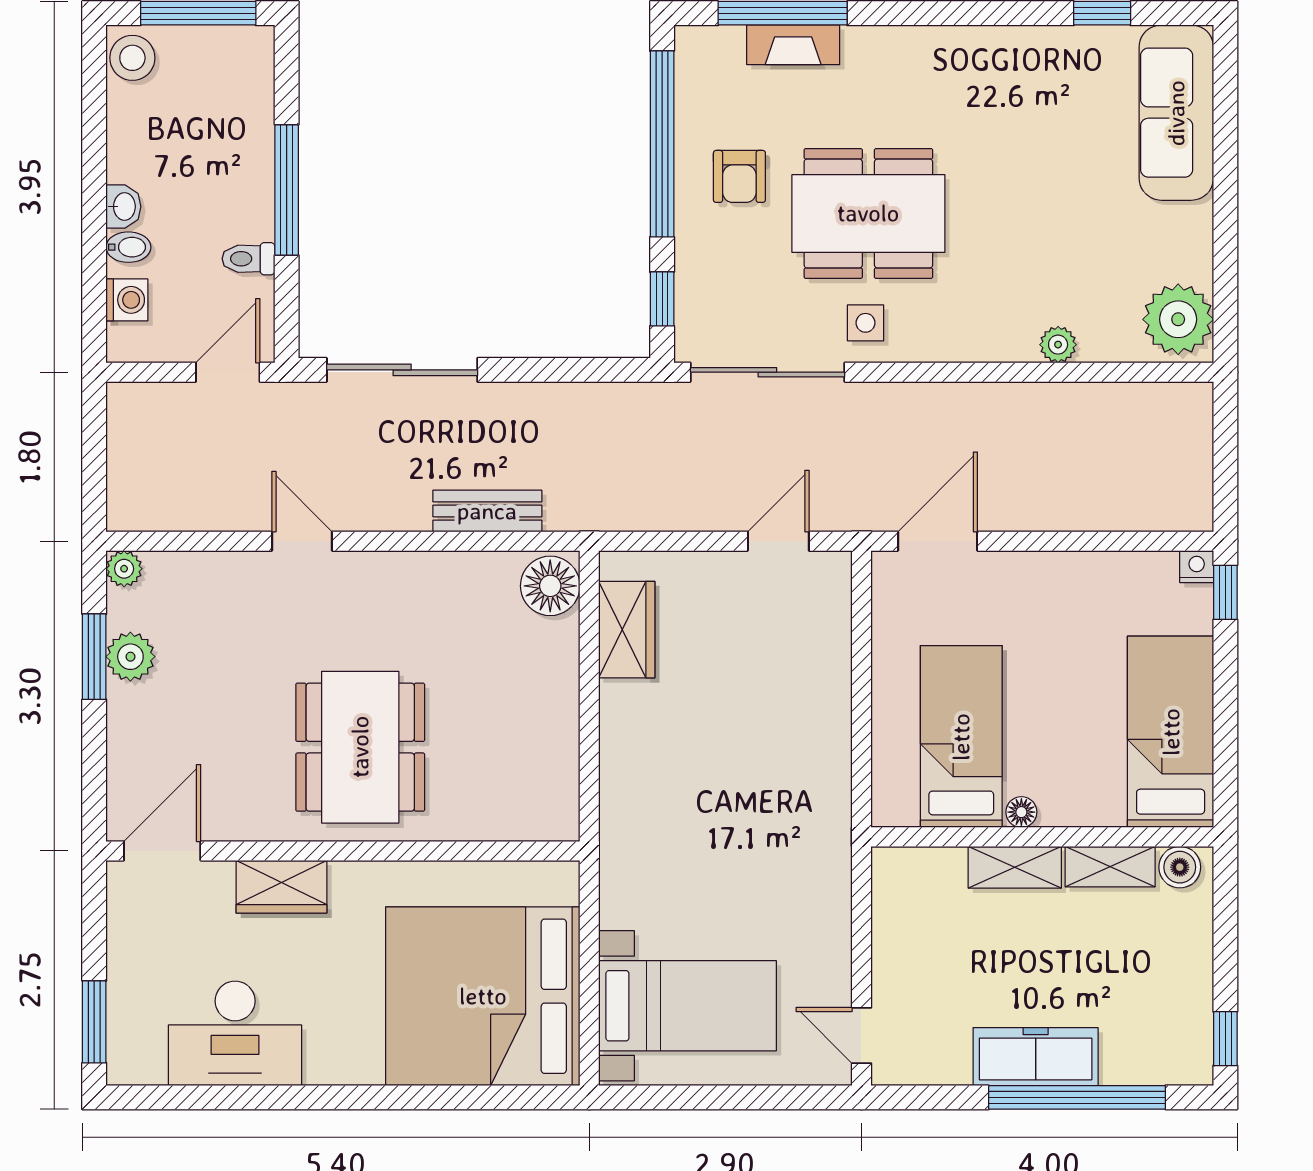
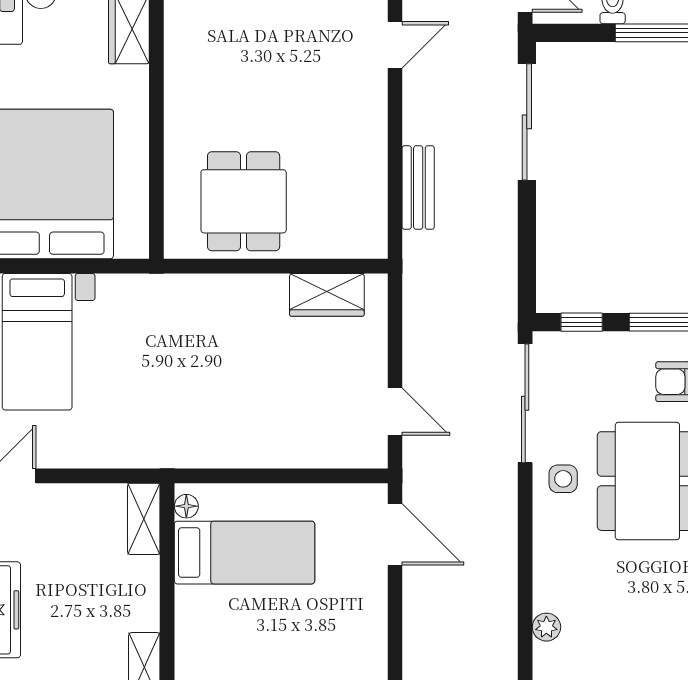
floor lamp: (550, 586) -> (361, 236), removed
dining table: (360, 747) -> (244, 201), moved, width x0.73
floor lamp: (1021, 812) -> (186, 506), moved
shelving: (1015, 867) -> (144, 519), moved

